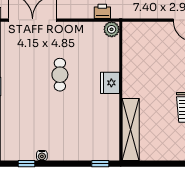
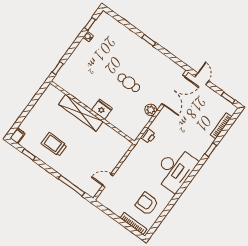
plant: (112, 29) -> (151, 110), moved
shelving: (131, 130) -> (81, 113), moved

